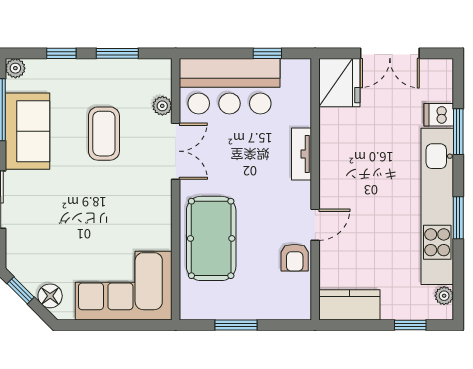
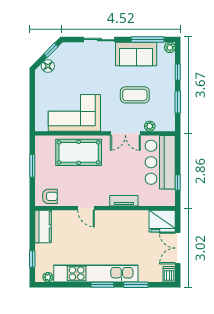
dishwasher: (439, 115) -> (169, 274), moved
window: (458, 218) -> (102, 285), moved
armchair: (295, 258) -> (50, 196), moved, turned 180
corner sofa: (124, 286) -> (74, 113), moved, turned -90

